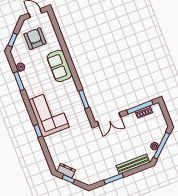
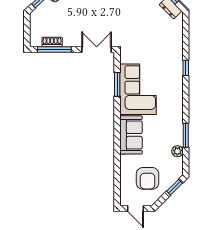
corner sofa: (49, 113) -> (138, 89), moved, turned 180

